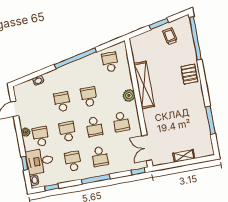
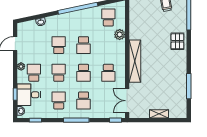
shelving: (144, 85) -> (135, 61), moved
plant: (129, 95) -> (120, 35), moved
school desk: (89, 97) -> (84, 45), turned 180

